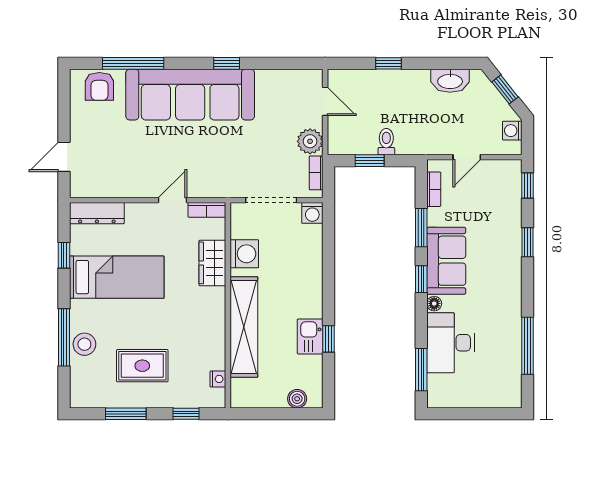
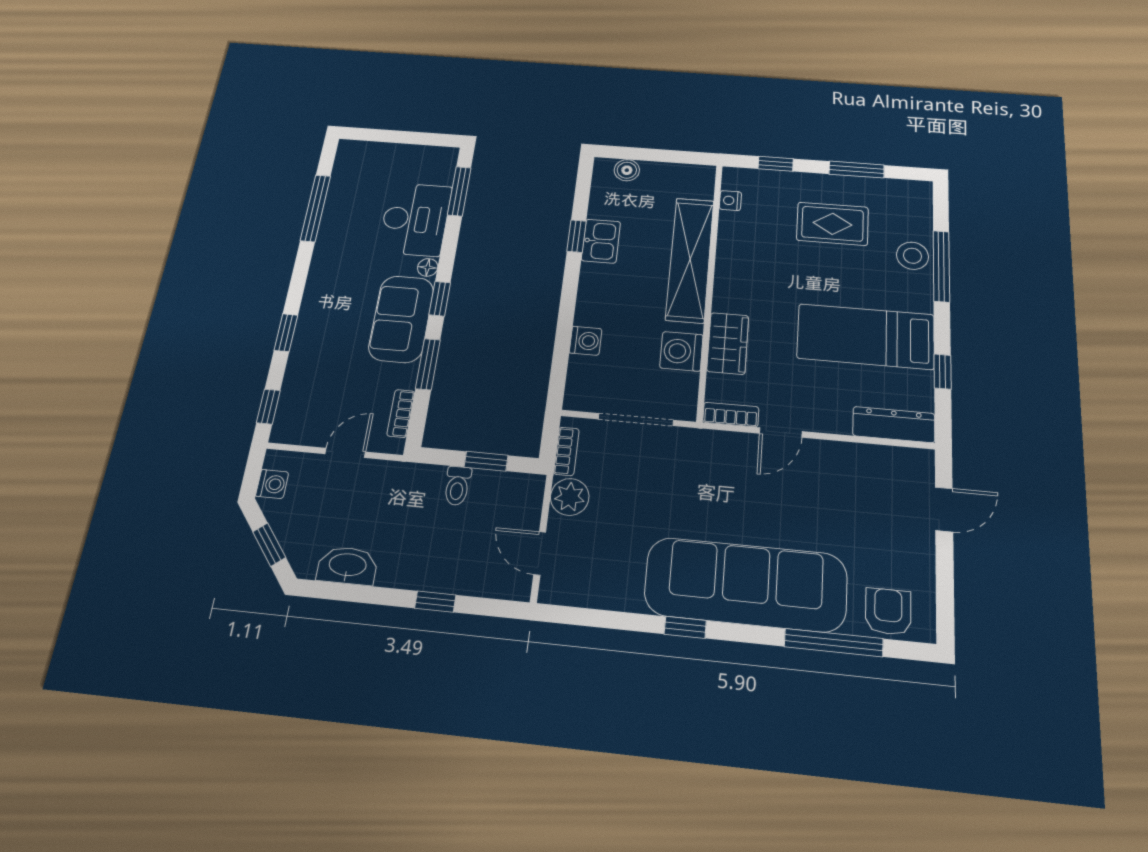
washing machine: (312, 213) -> (586, 341), moved, turned 90

